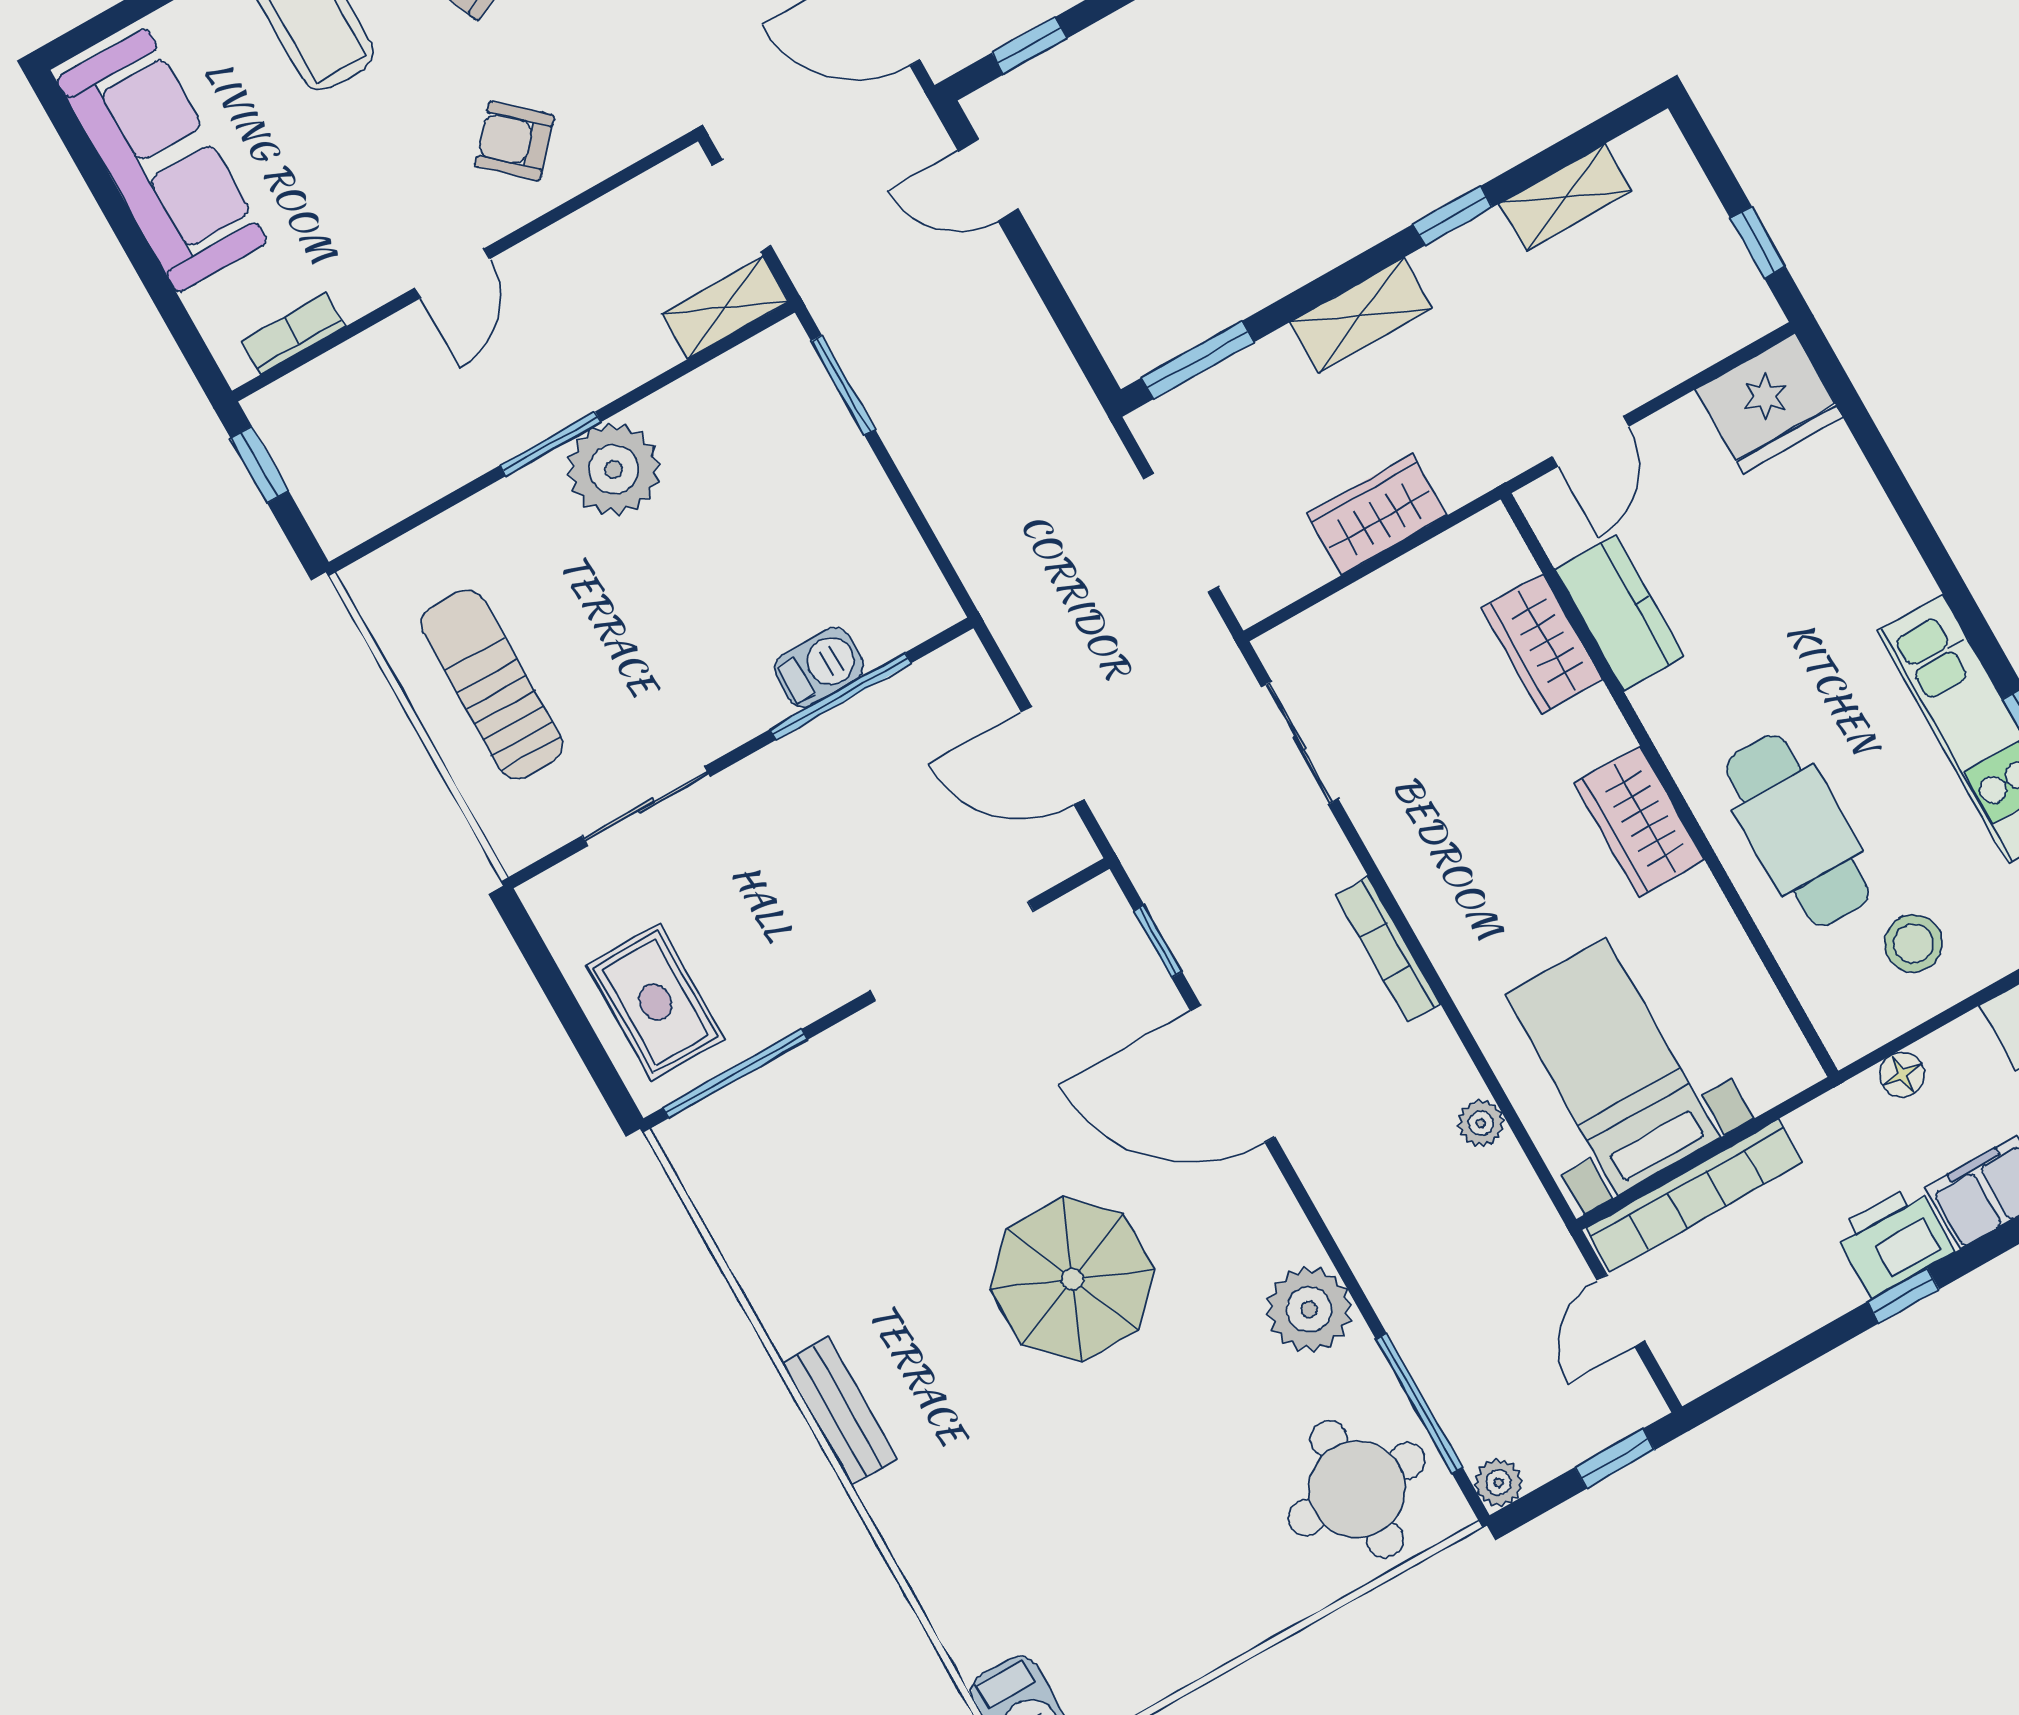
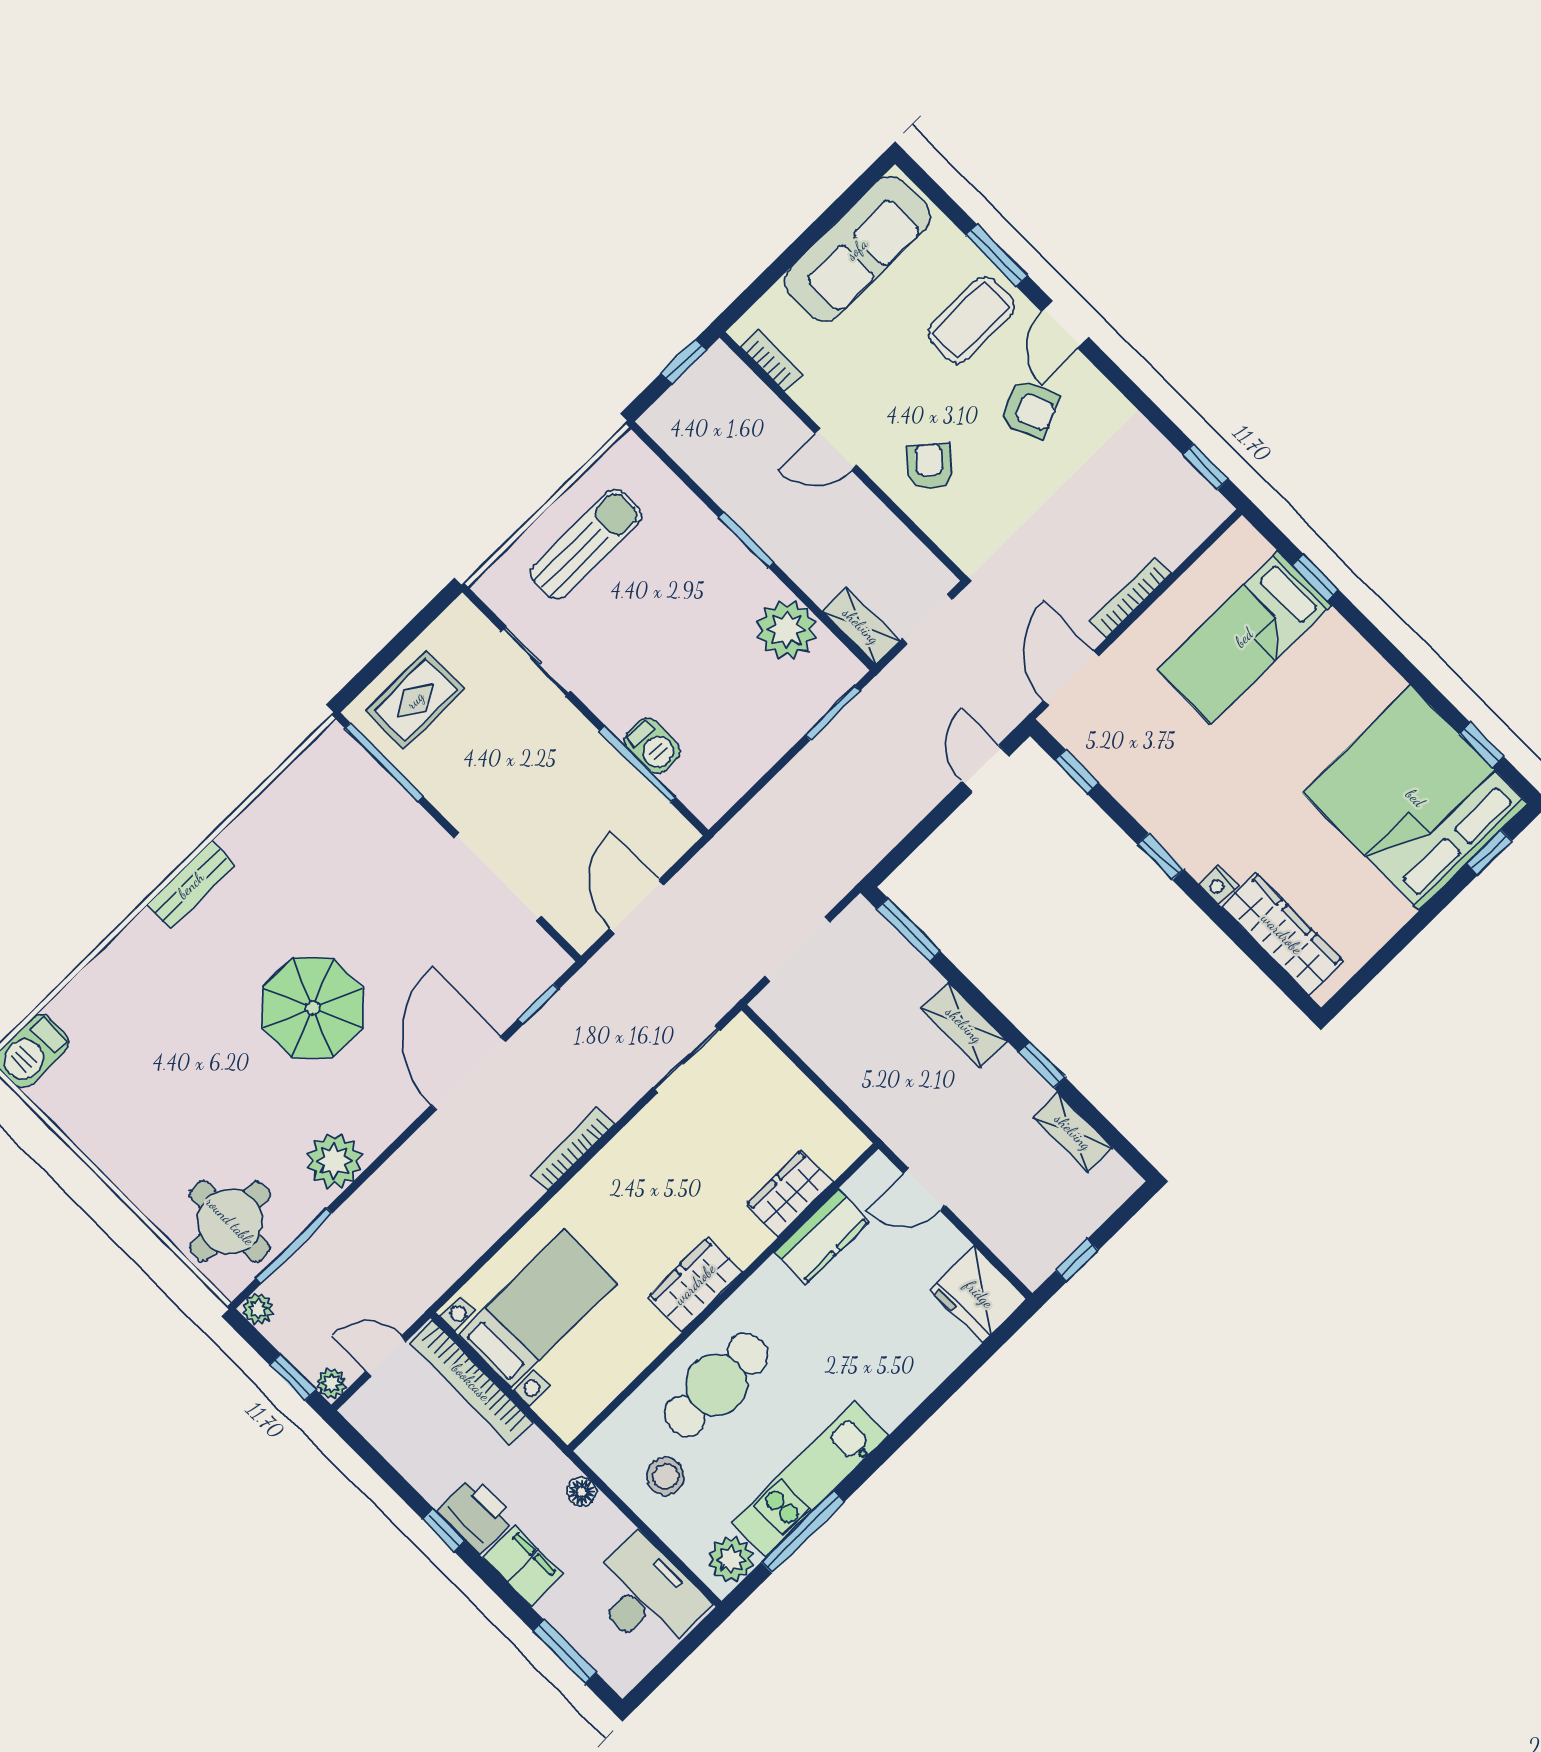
plant: (614, 469) -> (787, 630), moved
wardrobe: (1377, 515) -> (842, 1068), removed
plant: (1481, 1123) -> (331, 1383), moved

